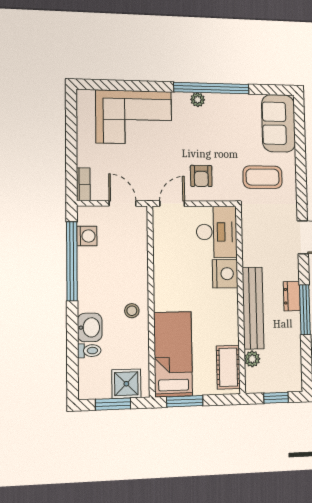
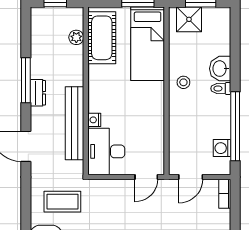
armchair: (201, 176) -> (119, 202), removed
door: (123, 203) -> (191, 177), hinge flipped
nightstand: (225, 274) -> (94, 120), width x0.53, depth x0.56
bench: (253, 308) -> (74, 123), moved
toilet: (89, 351) -> (221, 88), moved
cot: (228, 367) -> (102, 38), width x1.37, depth x1.34

